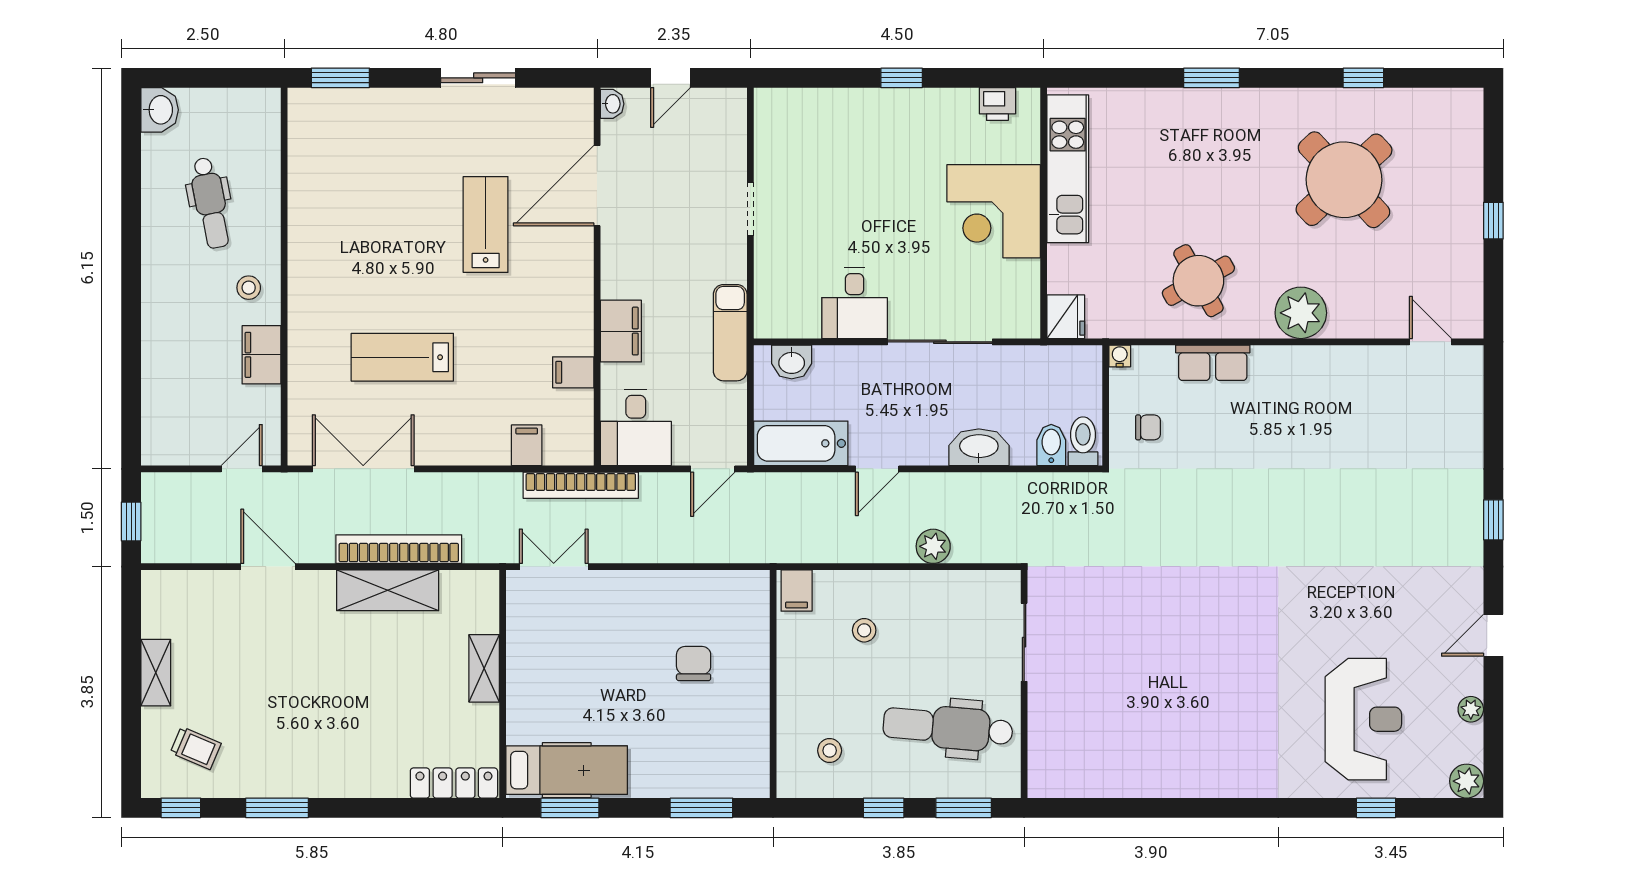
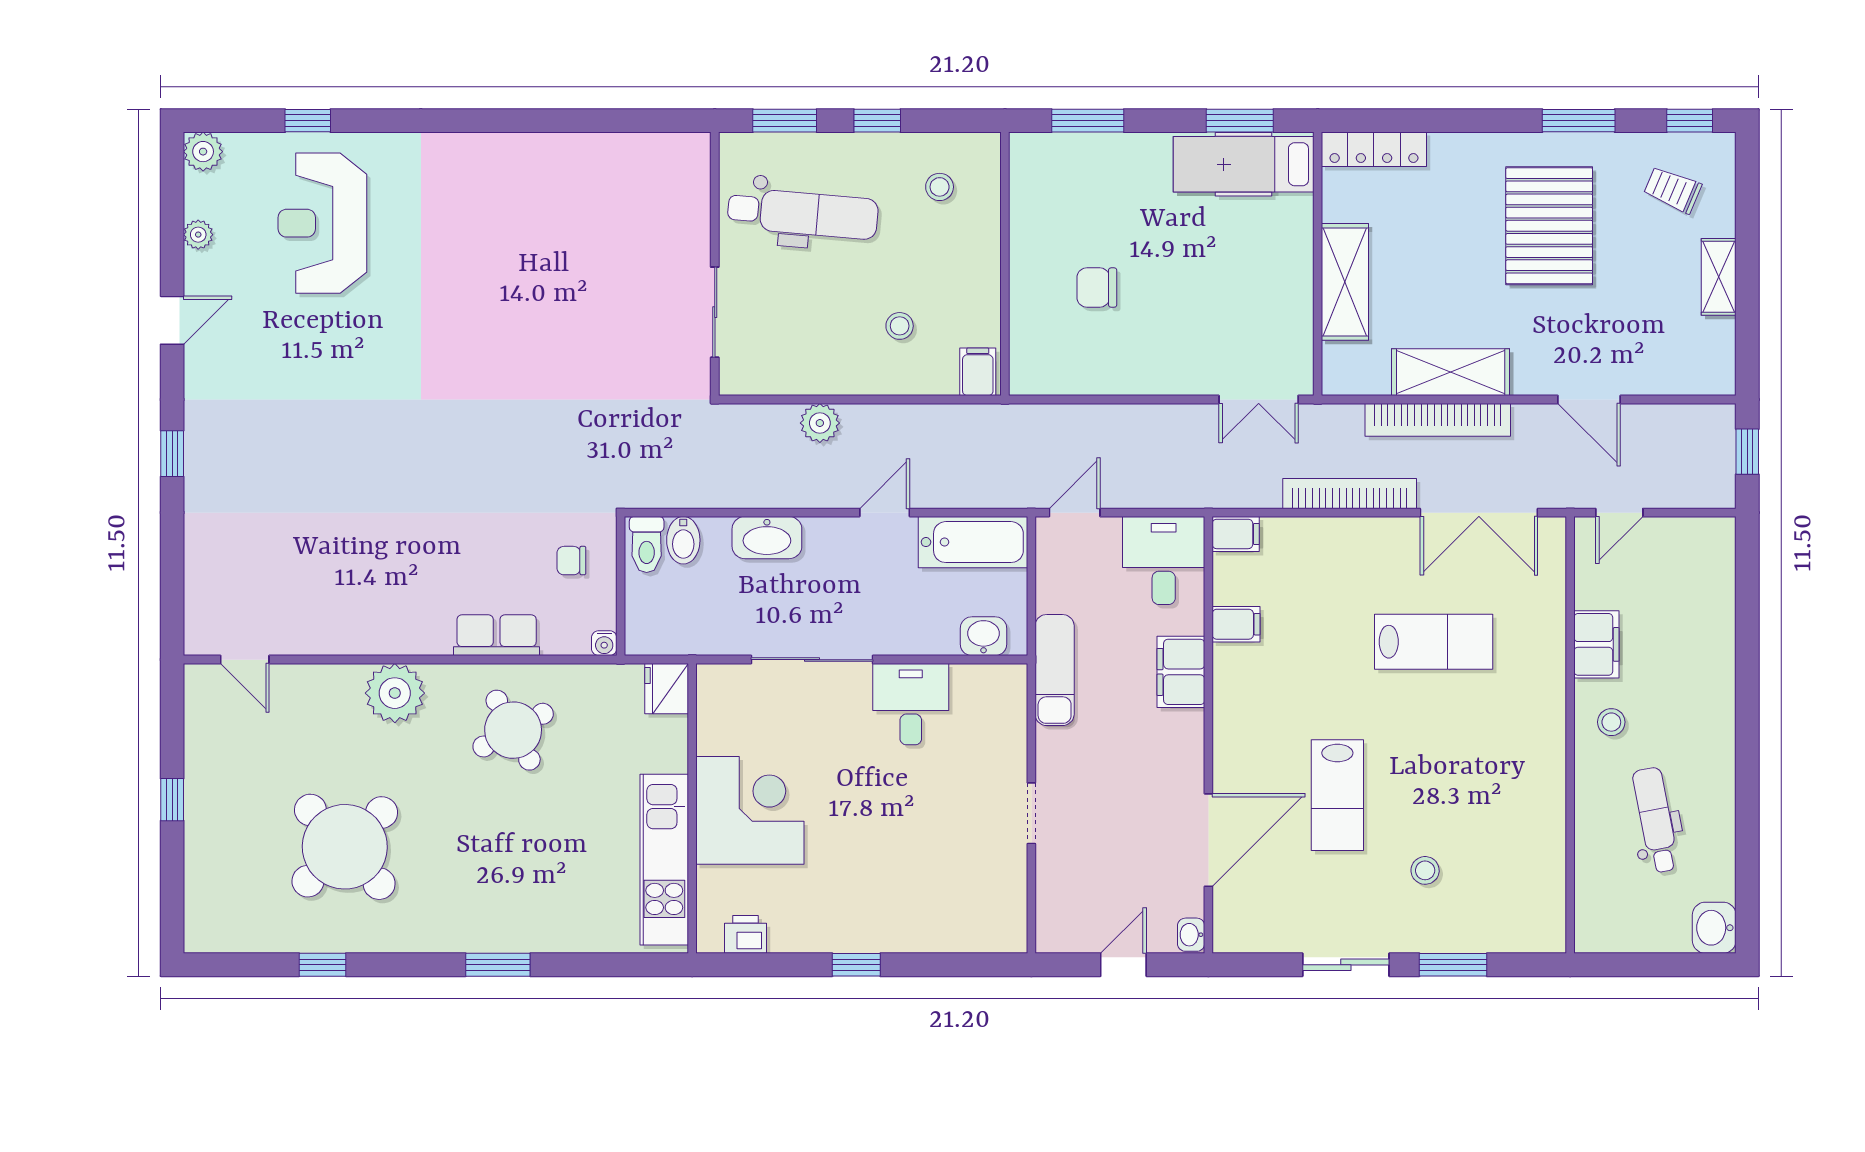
window: (340, 78) -> (1453, 965), moved
stool: (410, 159) -> (1425, 870), added
filing cabinet: (527, 445) -> (1236, 534), moved, turned -90
bookcase: (581, 485) -> (1350, 494), moved
chair: (694, 664) -> (1097, 288), turned 90
shelving: (484, 668) -> (1345, 282), width x1.50, depth x1.33
pallet: (302, 717) -> (1549, 226), added

